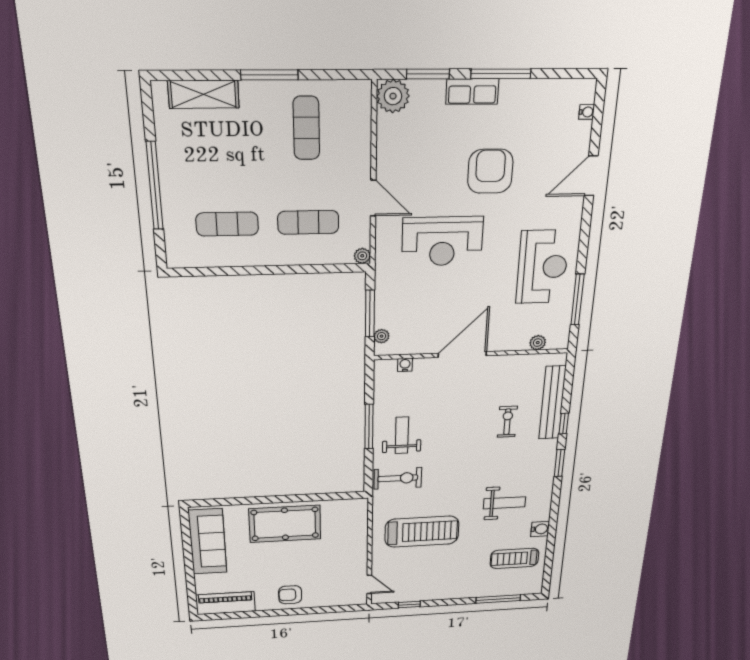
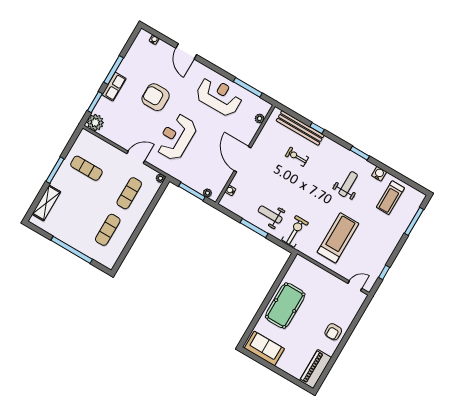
reception desk: (442, 241) -> (176, 137), turned 180
window: (559, 463) -> (360, 153), moved
sofa: (208, 542) -> (264, 348), width x0.73

